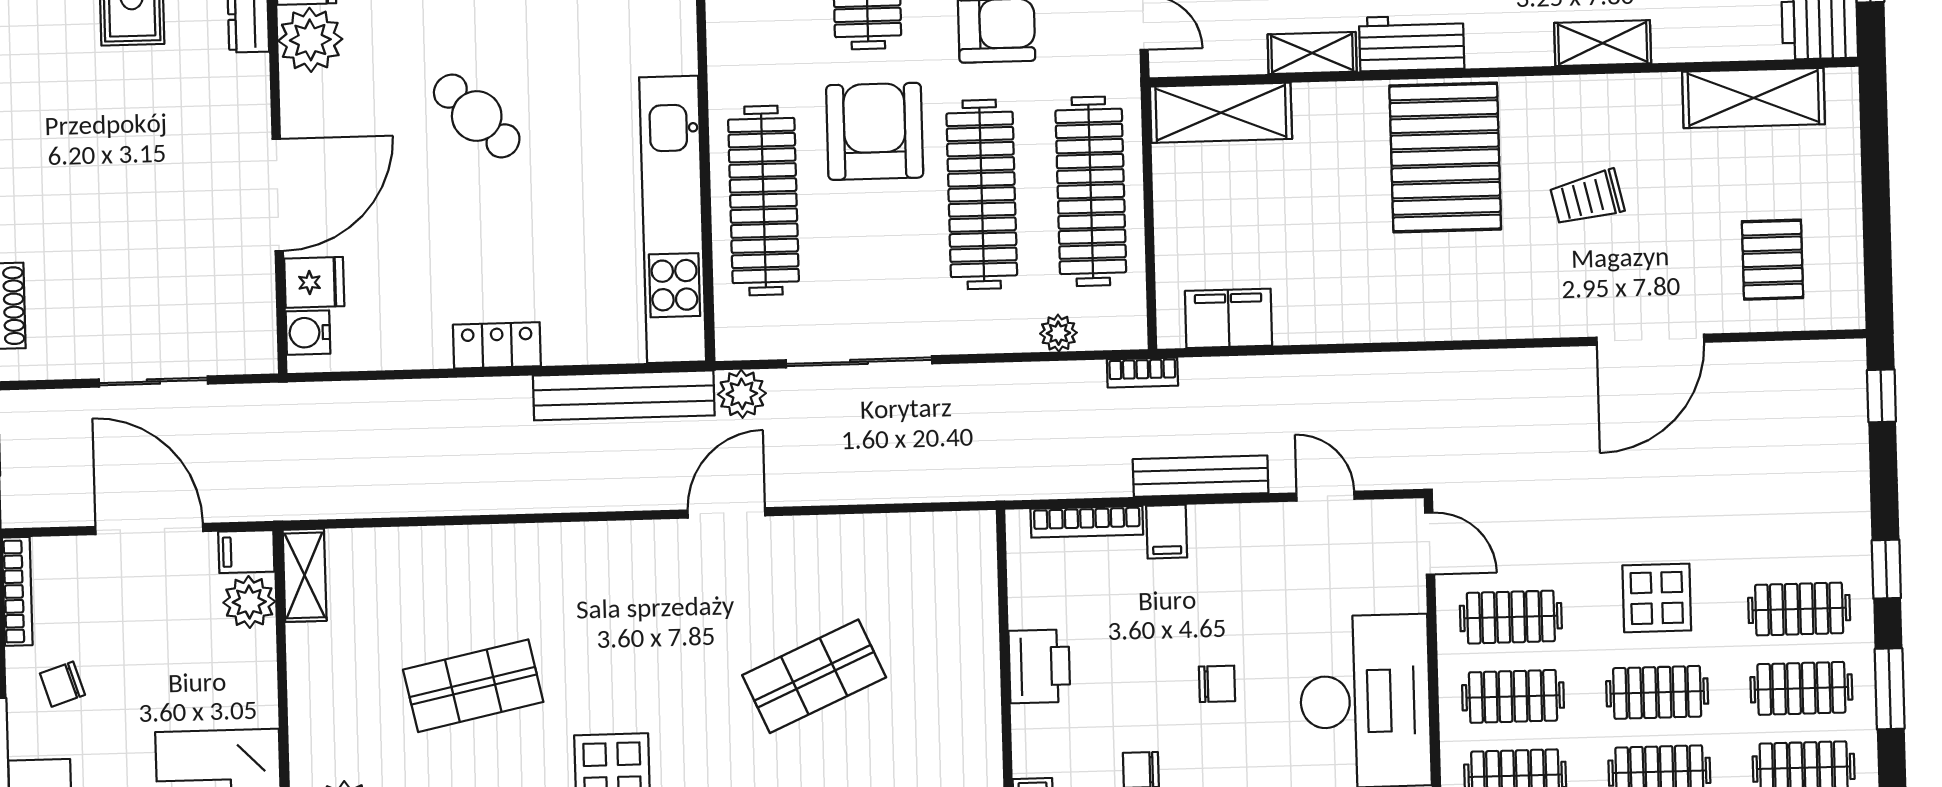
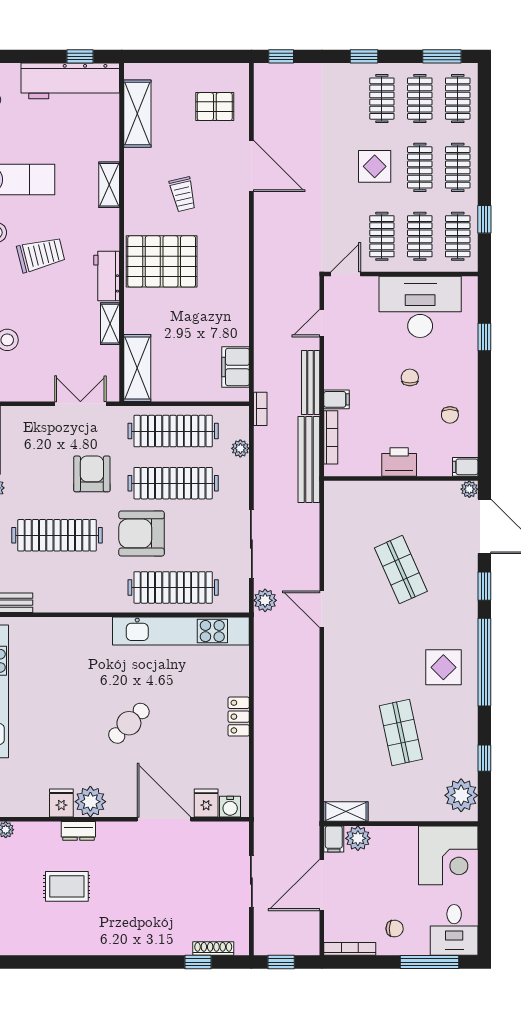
bench: (624, 395) -> (309, 460), moved
chair: (62, 684) -> (395, 929), turned -70
window: (1890, 689) -> (442, 56), moved

